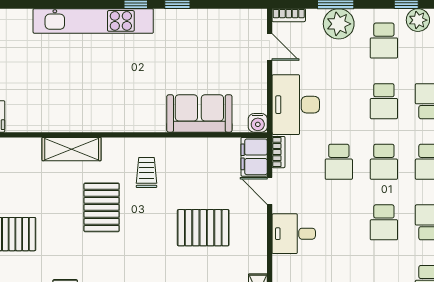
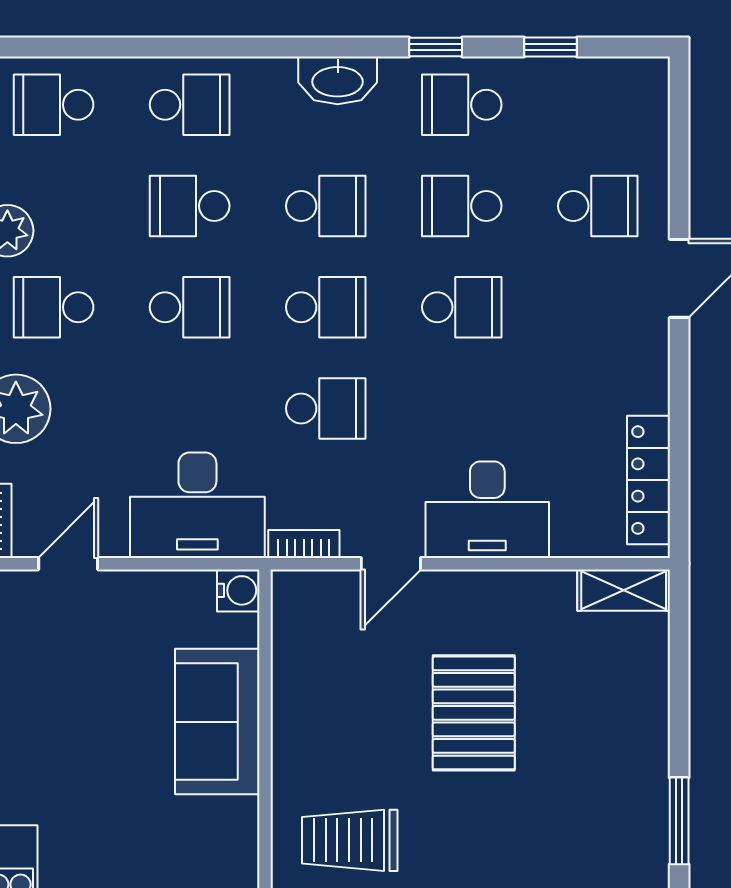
school desk: (384, 41) -> (54, 307), turned 180
filing cabinet: (254, 157) -> (315, 599), removed
trolley: (146, 172) -> (350, 840), width x1.36, depth x1.39
desk: (294, 234) -> (487, 510), width x1.37

